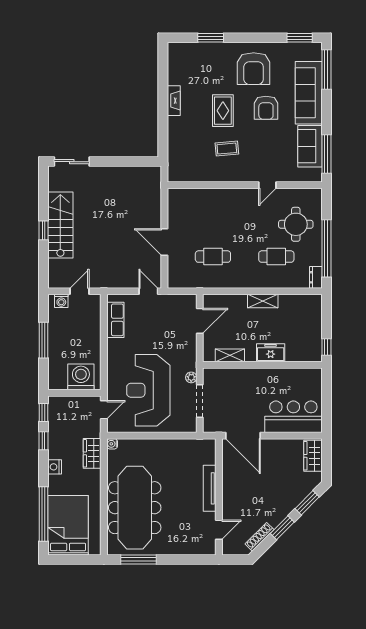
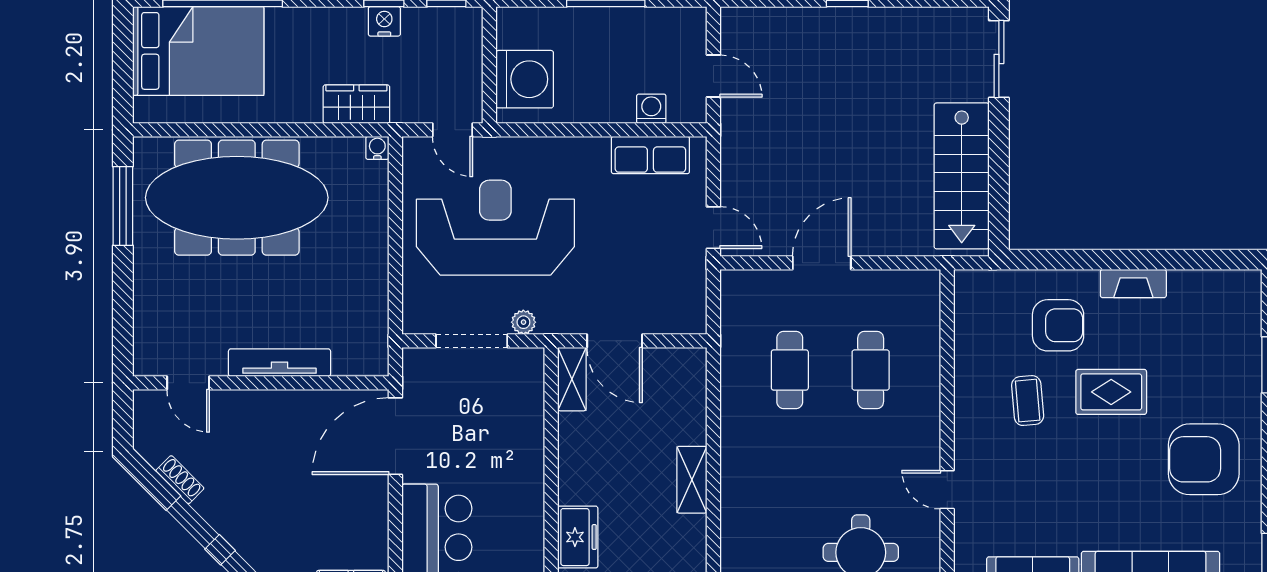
armchair: (266, 108) -> (1058, 325), moved, turned 180
stairs: (60, 225) -> (962, 176), moved, turned 90
cafe table: (276, 257) -> (871, 370), moved
door: (148, 291) -> (713, 228), hinge flipped
washing machine: (61, 301) -> (651, 109), moved, turned 90
door: (200, 321) -> (615, 341), moved
freezer: (271, 353) -> (578, 537), moved
shelving: (230, 355) -> (572, 379), moved
nightstand: (55, 467) -> (384, 21), moved
shoe rack: (260, 537) -> (180, 480), width x0.70

